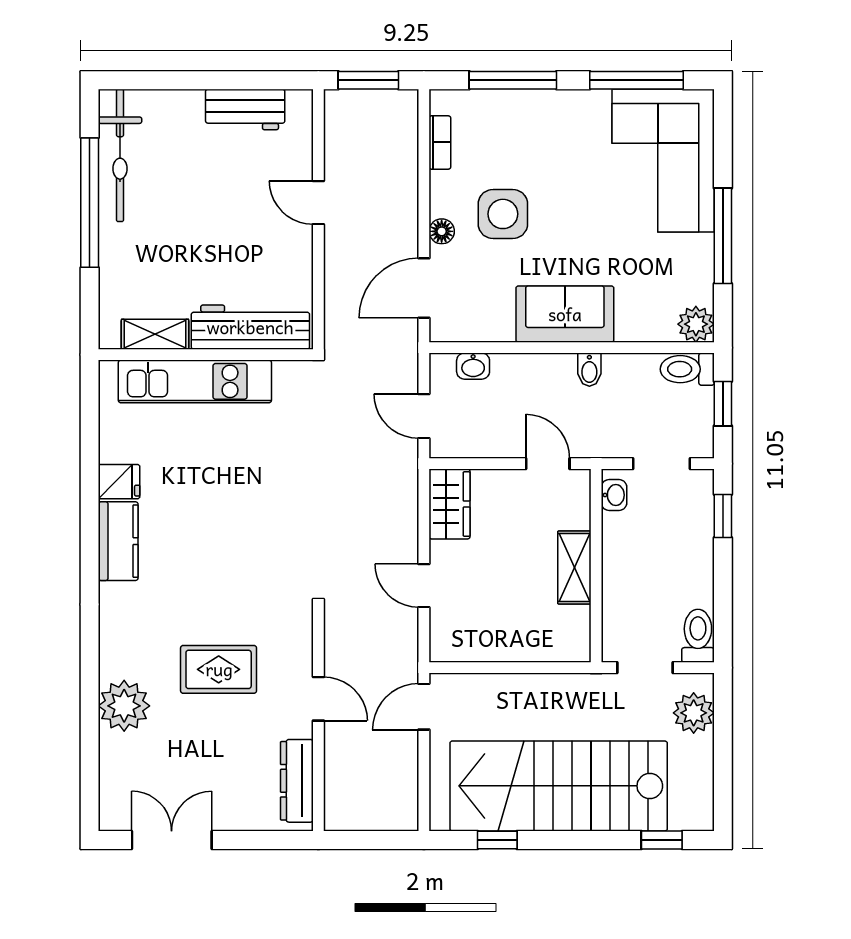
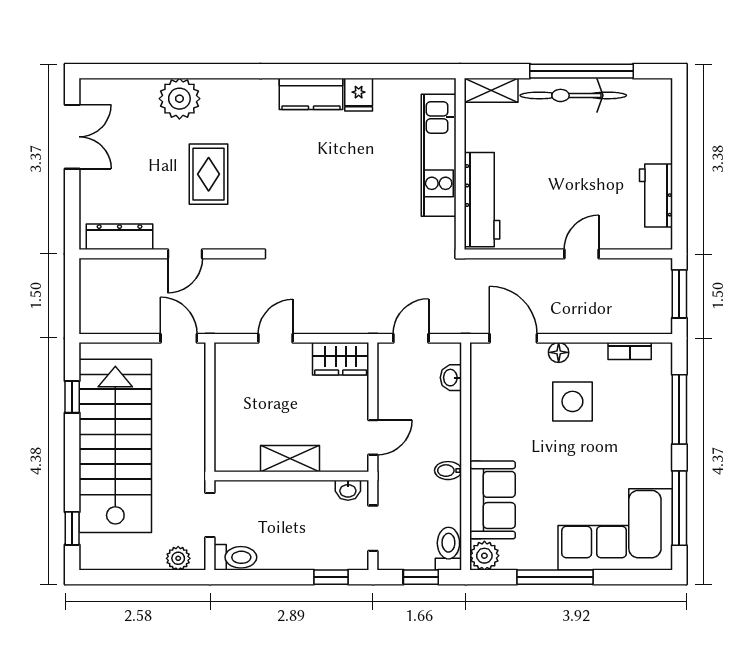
bicycle: (120, 155) -> (573, 95), moved
sofa: (565, 314) -> (492, 500), moved
shelving: (155, 334) -> (491, 90), moved, turned 90
plant: (694, 713) -> (178, 558), width x0.73, depth x0.73

